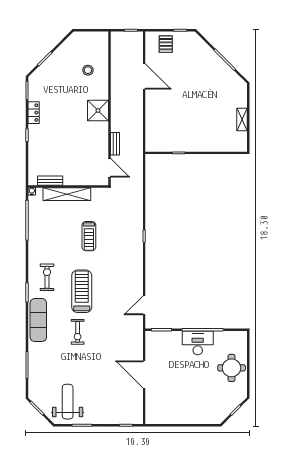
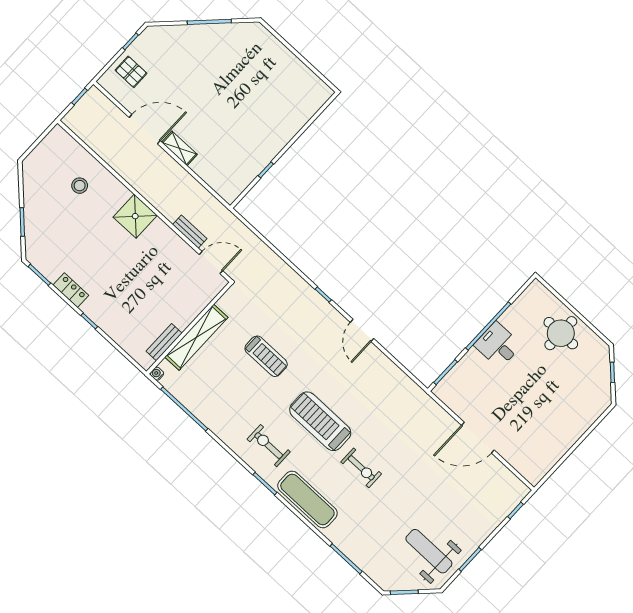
shelving: (242, 119) -> (179, 148), moved
door: (144, 305) -> (362, 330), moved
desk: (198, 343) -> (498, 345), width x0.73

